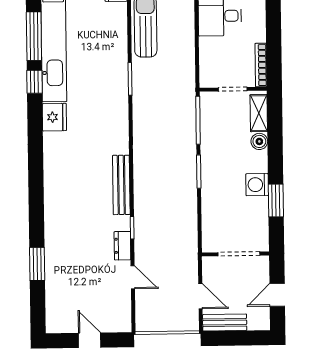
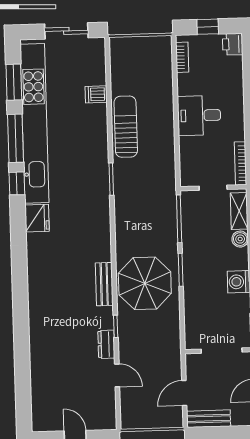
bench: (121, 185) -> (104, 284), width x0.73
parasol: (162, 185) -> (145, 283), added
window: (37, 264) -> (22, 364), removed
door: (200, 296) -> (184, 393), swing flipped

